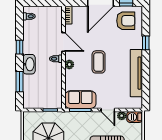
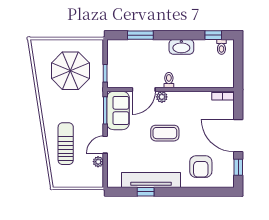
armchair: (126, 21) -> (201, 167), moved
door: (63, 42) -> (144, 90), moved
window: (146, 43) -> (146, 192), moved
window: (20, 47) -> (213, 35), moved
washbasin: (29, 64) -> (181, 47), moved
barbecue: (135, 117) -> (97, 178), removed

